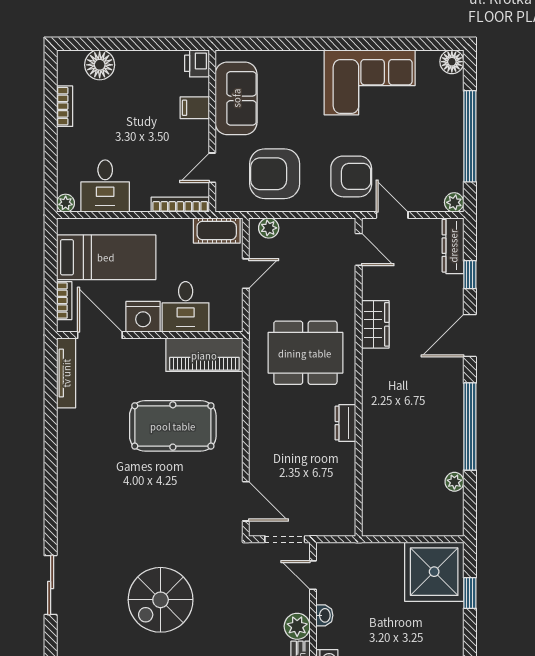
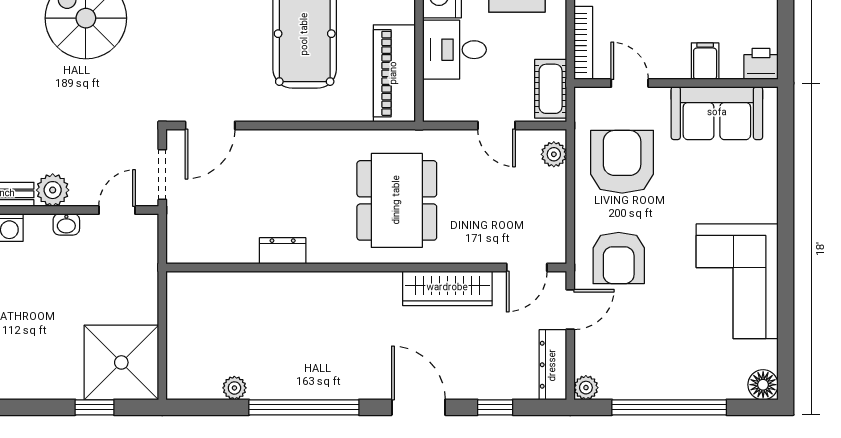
dresser: (453, 246) -> (553, 365), moved, turned -90
wardrobe: (375, 324) -> (447, 288), width x1.50
dresser: (345, 423) -> (283, 251), moved

